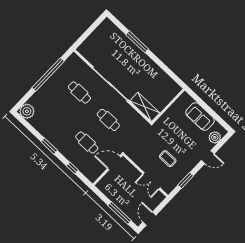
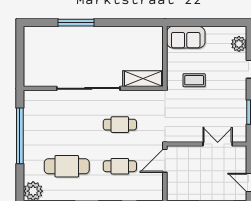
cafe table: (79, 93) -> (67, 166), moved, width x1.37, depth x1.35
sofa: (200, 117) -> (186, 37), moved
coffee table: (168, 159) -> (194, 80), moved
double door: (151, 181) -> (218, 144), swing flipped

